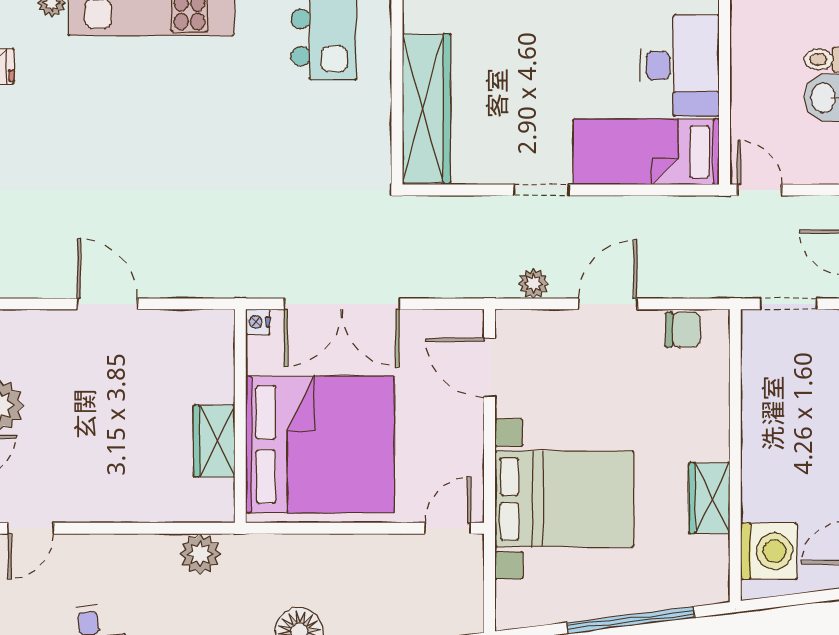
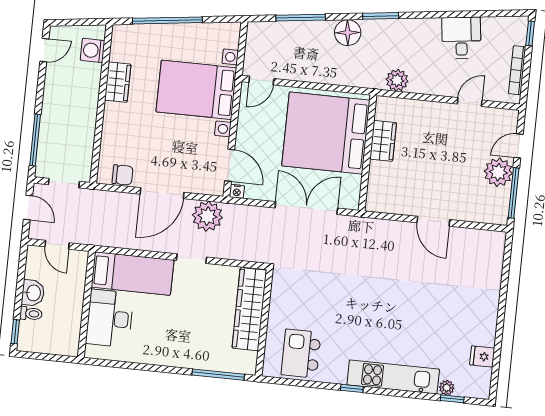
door: (760, 190) -> (57, 245), moved
plant: (533, 284) -> (207, 216), width x1.88, depth x1.88
door: (608, 304) -> (162, 193), width x1.36
nightstand: (258, 322) -> (237, 191), moved, turned 90
chair: (683, 330) -> (123, 175), turned 180
door: (31, 528) -> (470, 102), moved
washing machine: (769, 551) -> (93, 50), width x0.73, depth x0.73

